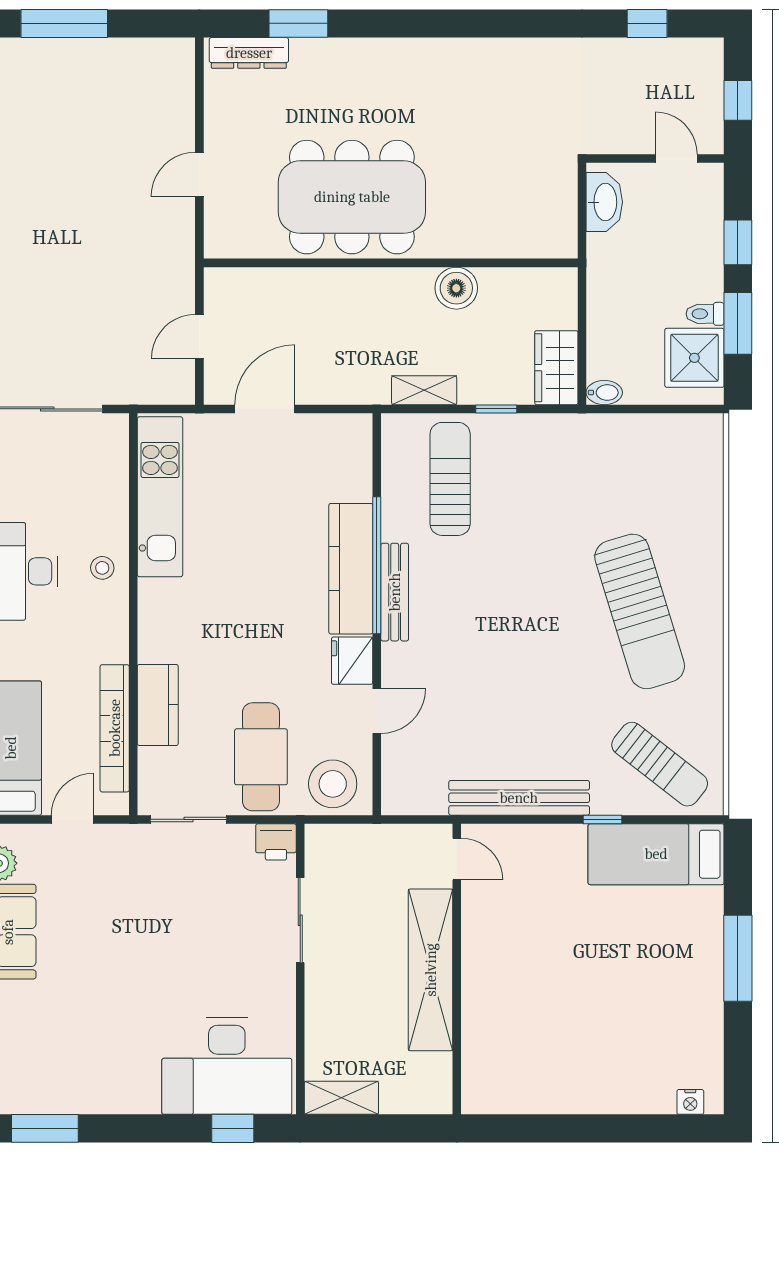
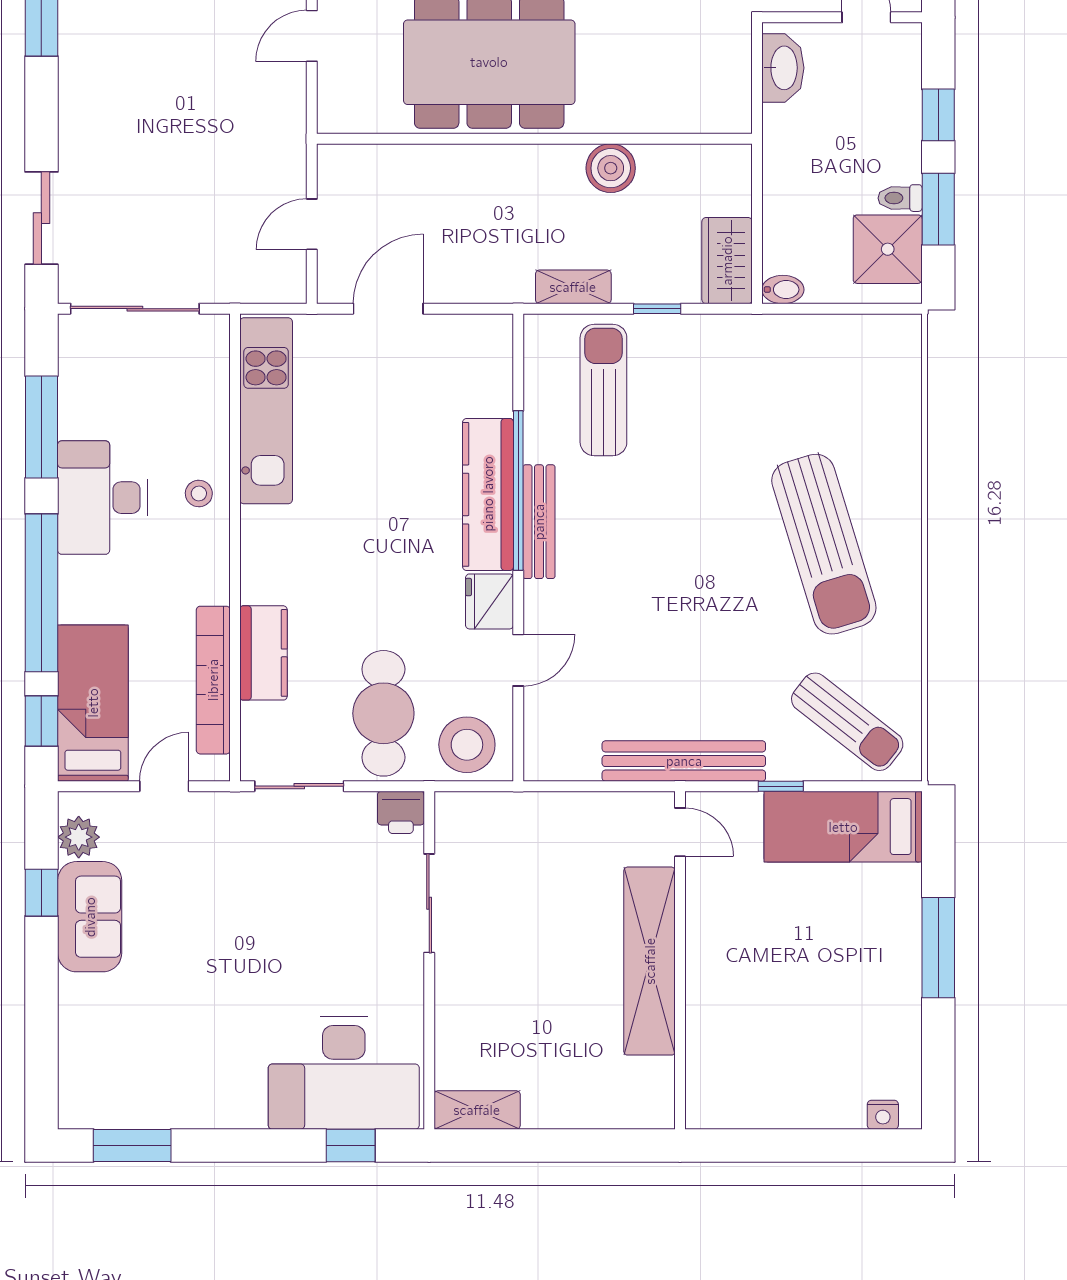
door: (457, 859) -> (680, 832), moved
wall: (457, 969) -> (680, 960), moved
shelving: (431, 970) -> (650, 961), moved

